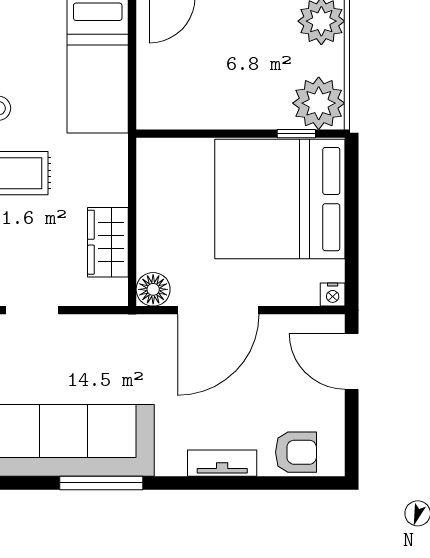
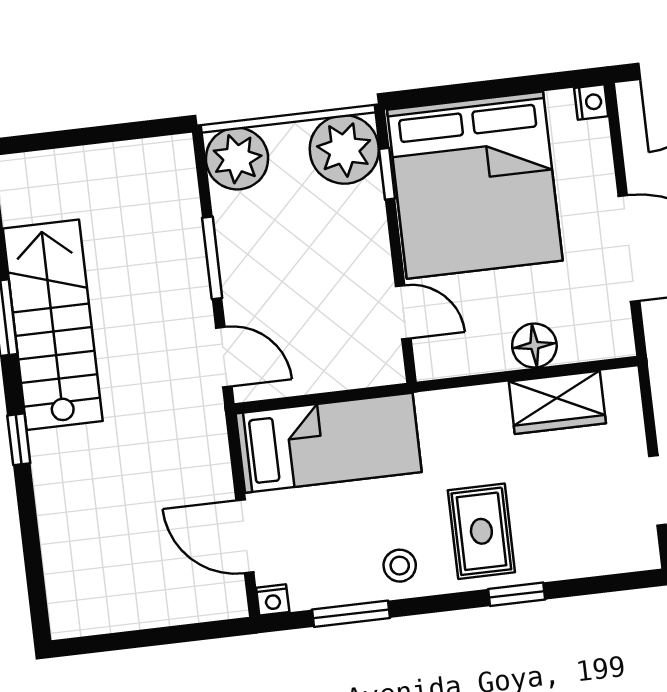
door: (190, 134) -> (403, 312), added
floor lamp: (153, 289) -> (534, 346), moved

